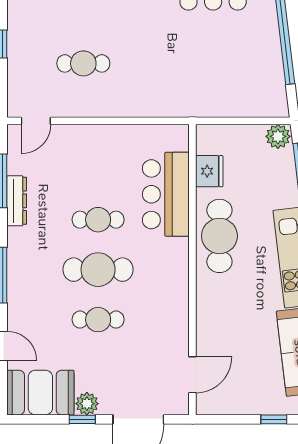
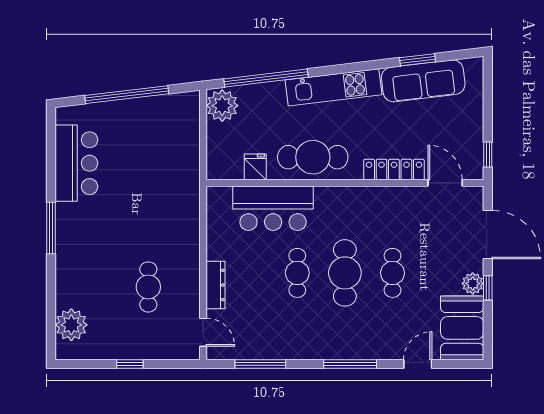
plant: (278, 136) -> (222, 106), width x1.36, depth x1.36
fridge: (209, 171) -> (255, 167), width x0.72
dresser: (17, 201) -> (216, 285), moved, turned 90
locker: (207, 321) -> (394, 169), added
window: (274, 419) -> (488, 155), moved

